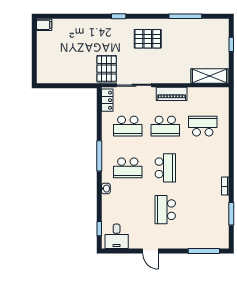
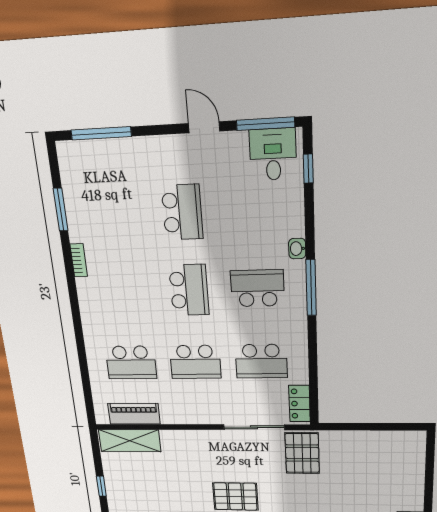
piano: (172, 94) -> (134, 414), moved
school desk: (128, 126) -> (261, 361), turned 180
school desk: (165, 126) -> (195, 362), turned 180
window: (99, 156) -> (311, 288), moved
school desk: (165, 168) -> (189, 290), turned 180
window: (120, 251) -> (266, 124), added

